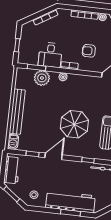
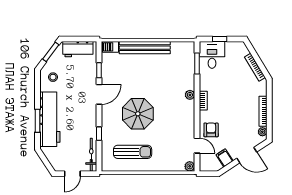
armchair: (89, 51) -> (211, 130), moved
desk: (50, 55) -> (212, 55), moved, turned 90
plant: (42, 78) -> (186, 71), removed
door: (54, 156) -> (99, 94), hinge flipped

